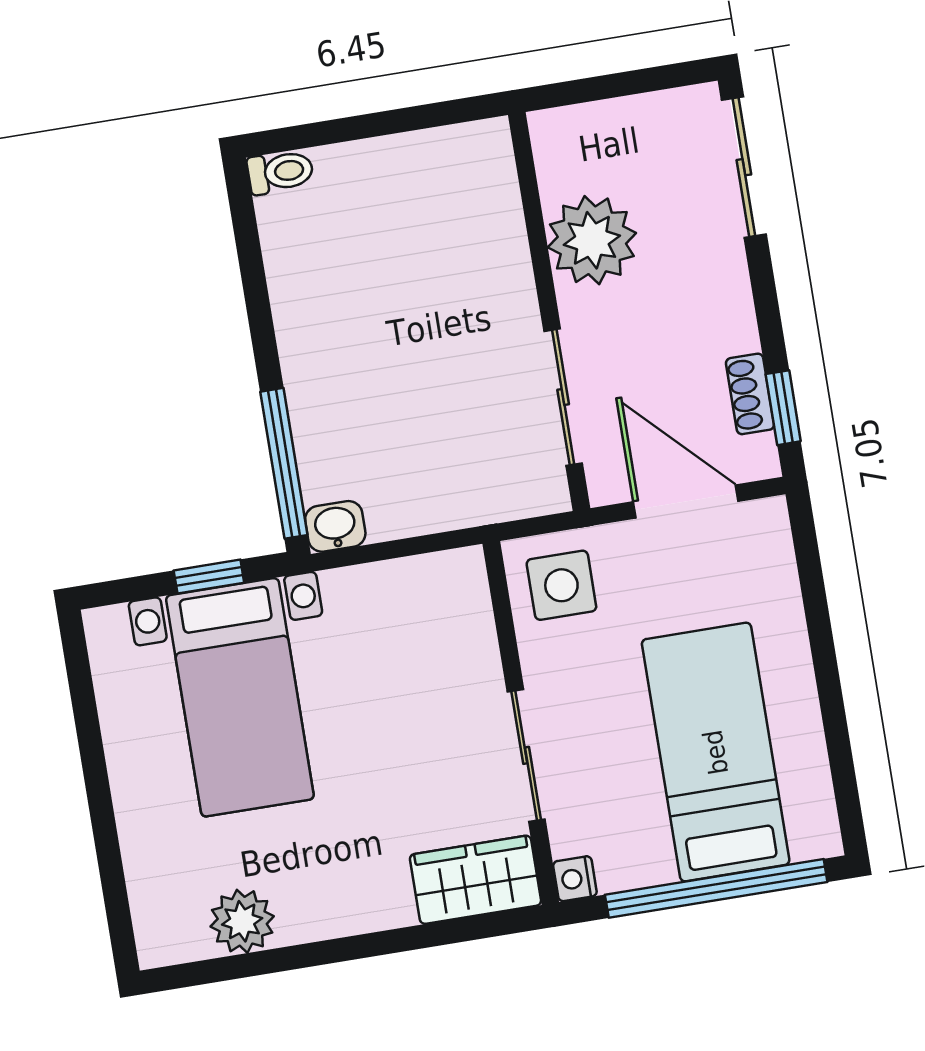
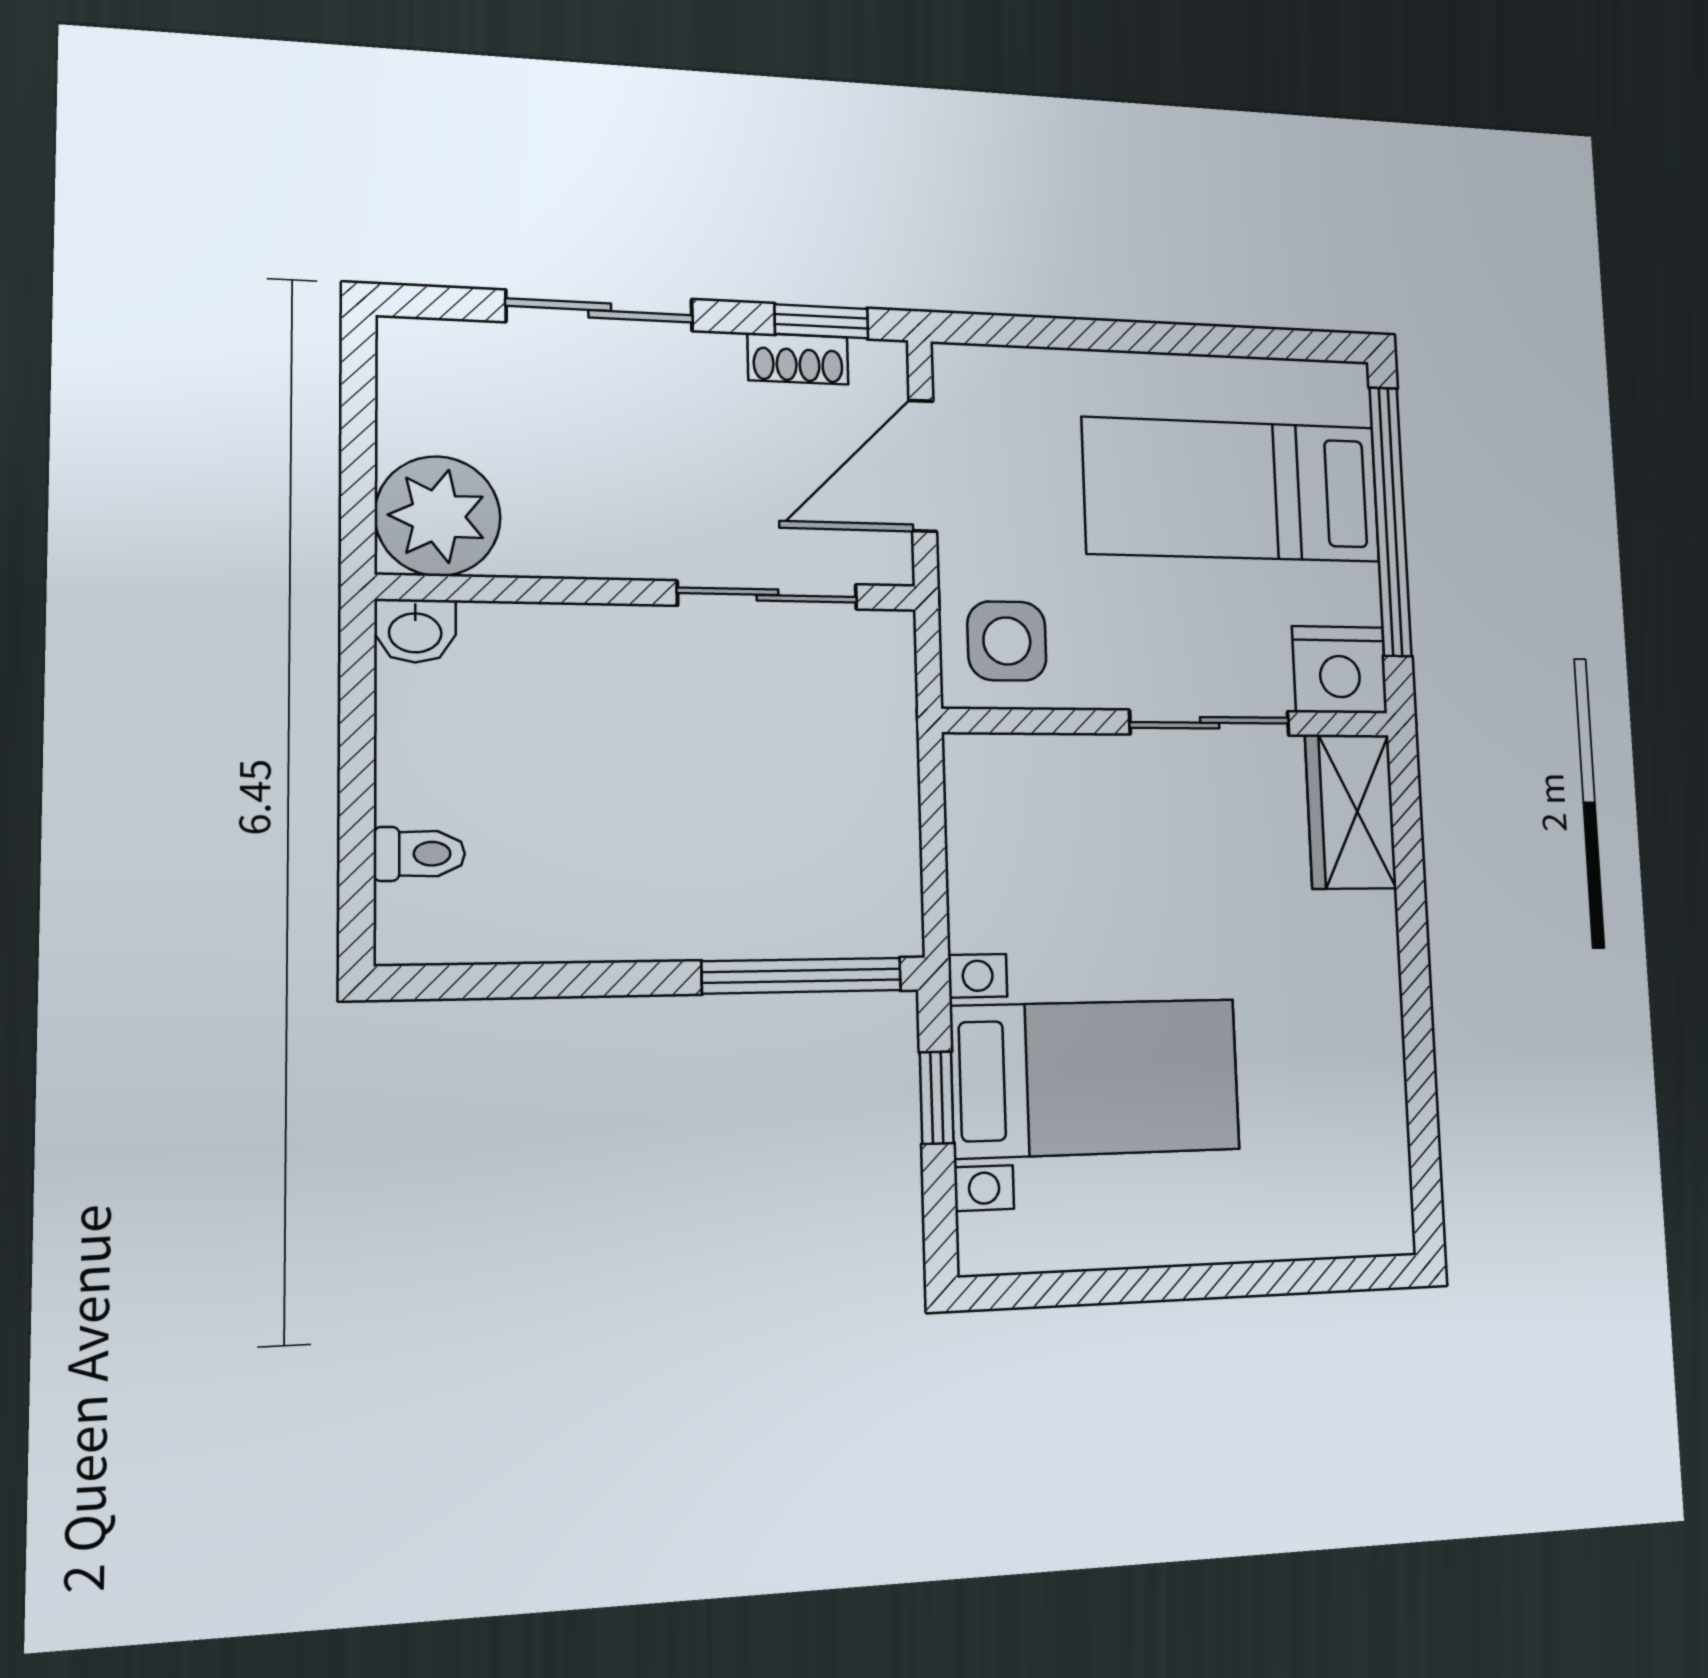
sliding door: (744, 167) -> (600, 311), moved
toilet: (280, 172) -> (419, 854), moved, turned 90
plant: (592, 240) -> (438, 516), moved
washbasin: (335, 526) -> (415, 631), moved, turned -90
nightstand: (575, 879) -> (1340, 670), width x1.89, depth x1.79
plant: (242, 921) -> (1370, 1114), removed

